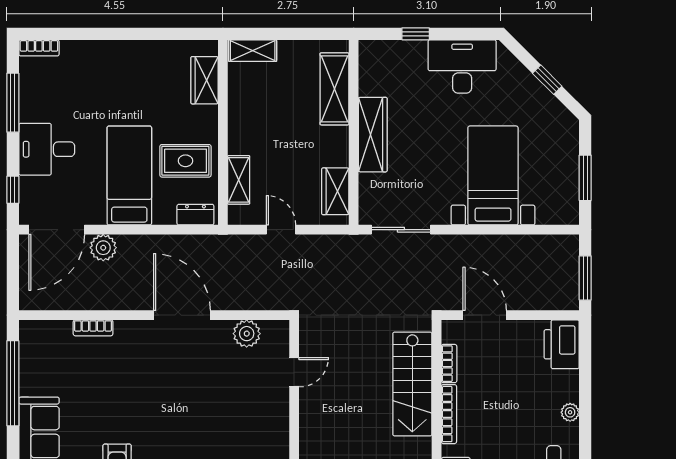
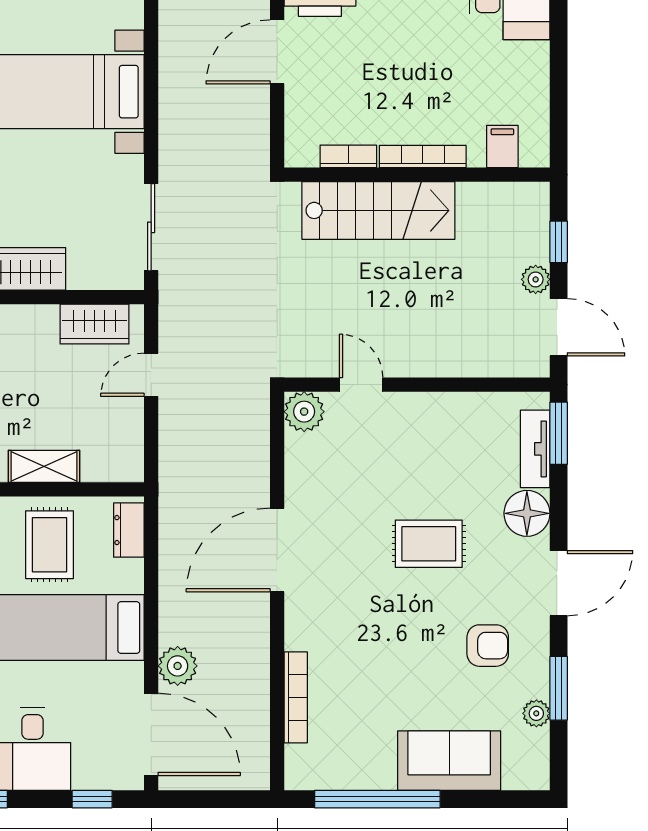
shelving: (239, 180) -> (44, 466), moved
door: (281, 230) -> (151, 375), moved
door: (485, 315) -> (277, 52), moved
bookcase: (93, 328) -> (296, 697), width x1.56
plant: (247, 334) -> (304, 412), moved
rug: (186, 418) -> (429, 544), added

